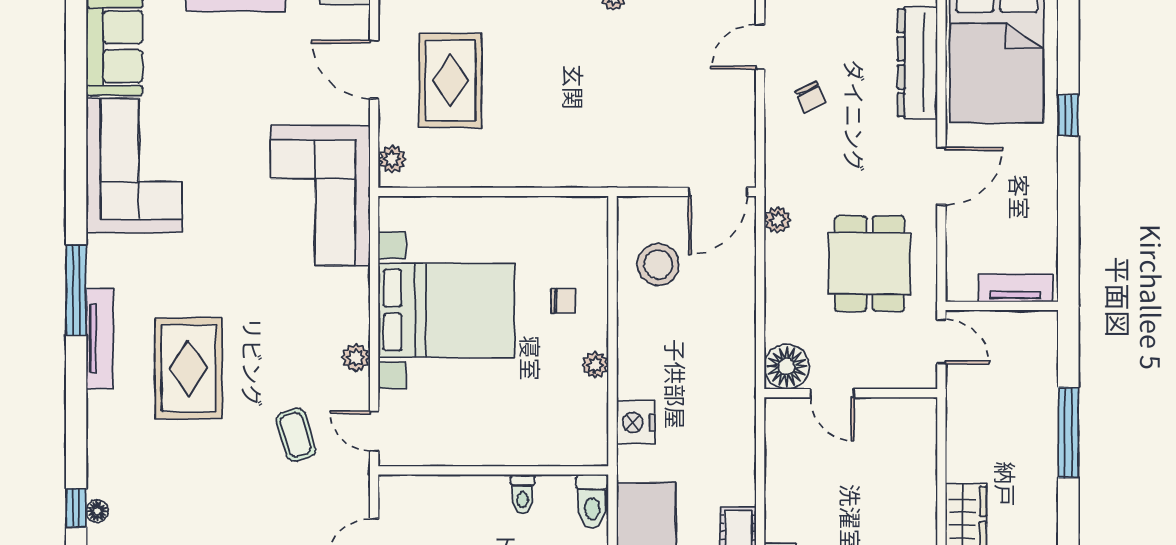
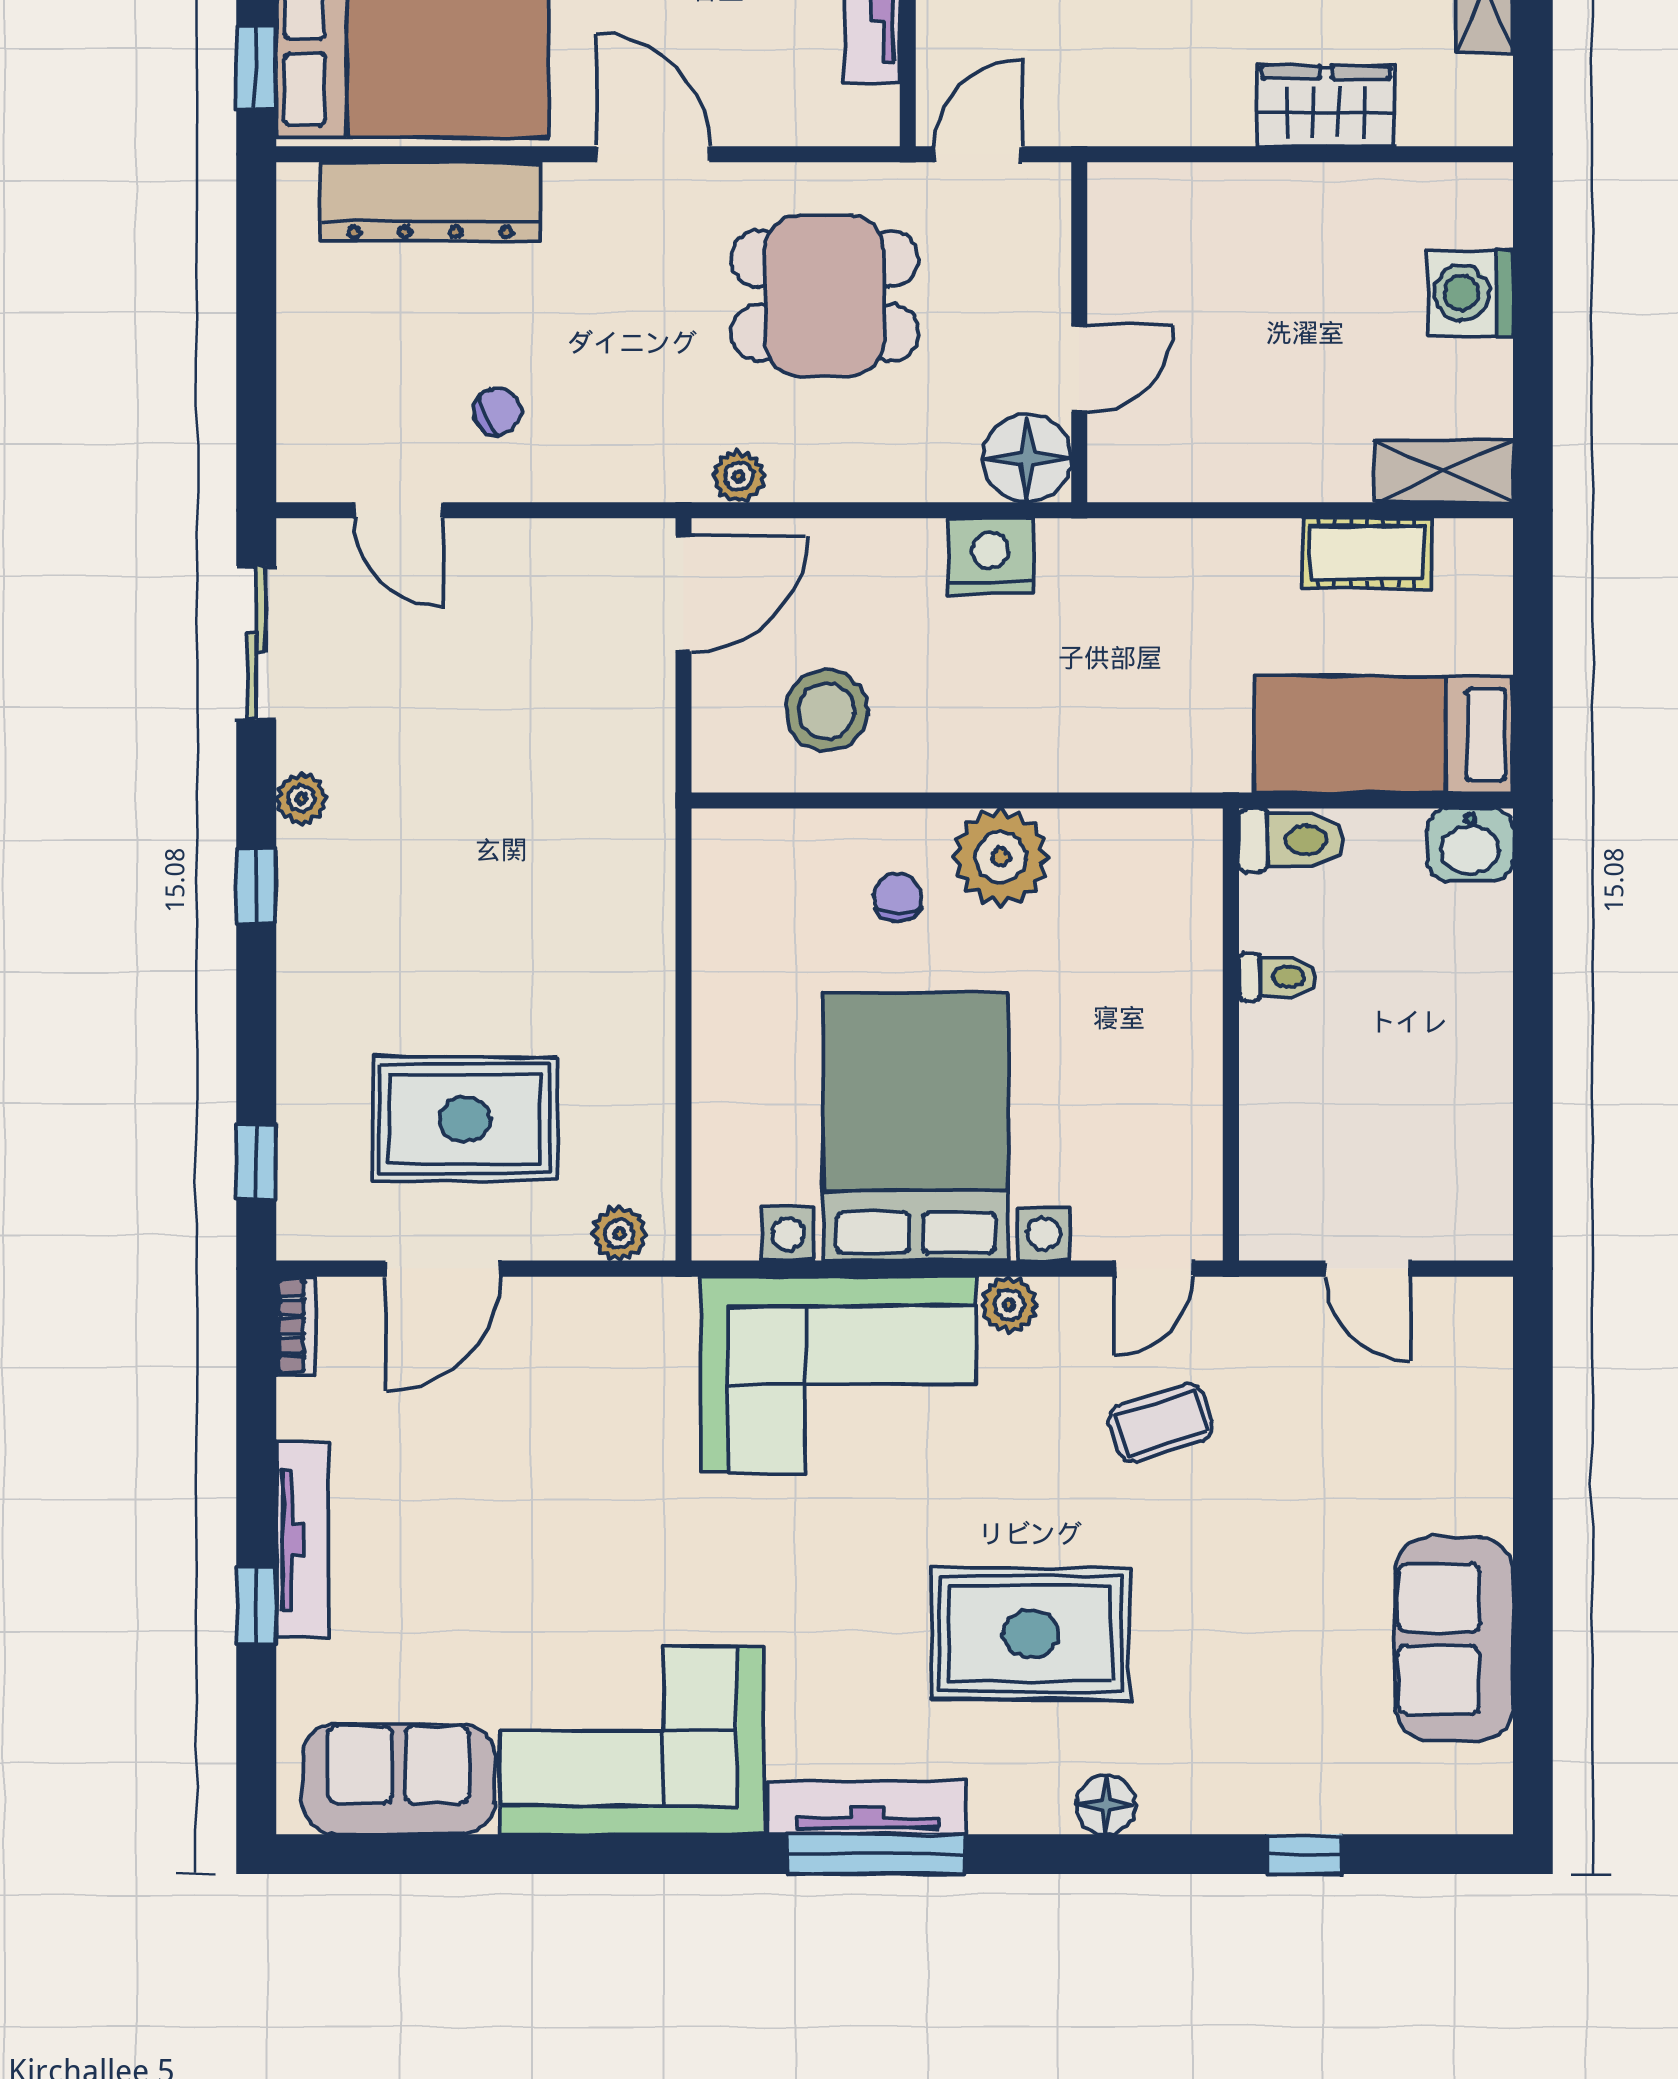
door: (718, 192) -> (684, 594), hinge flipped
corner sofa: (320, 196) -> (838, 1375), moved
tv unit: (100, 339) -> (867, 1808), moved
plant: (595, 365) -> (1001, 857), width x1.87, depth x1.87
nightstand: (636, 423) -> (990, 556), moved, turned 180
floor lamp: (97, 511) -> (1106, 1805), moved, width x1.37, depth x1.37

